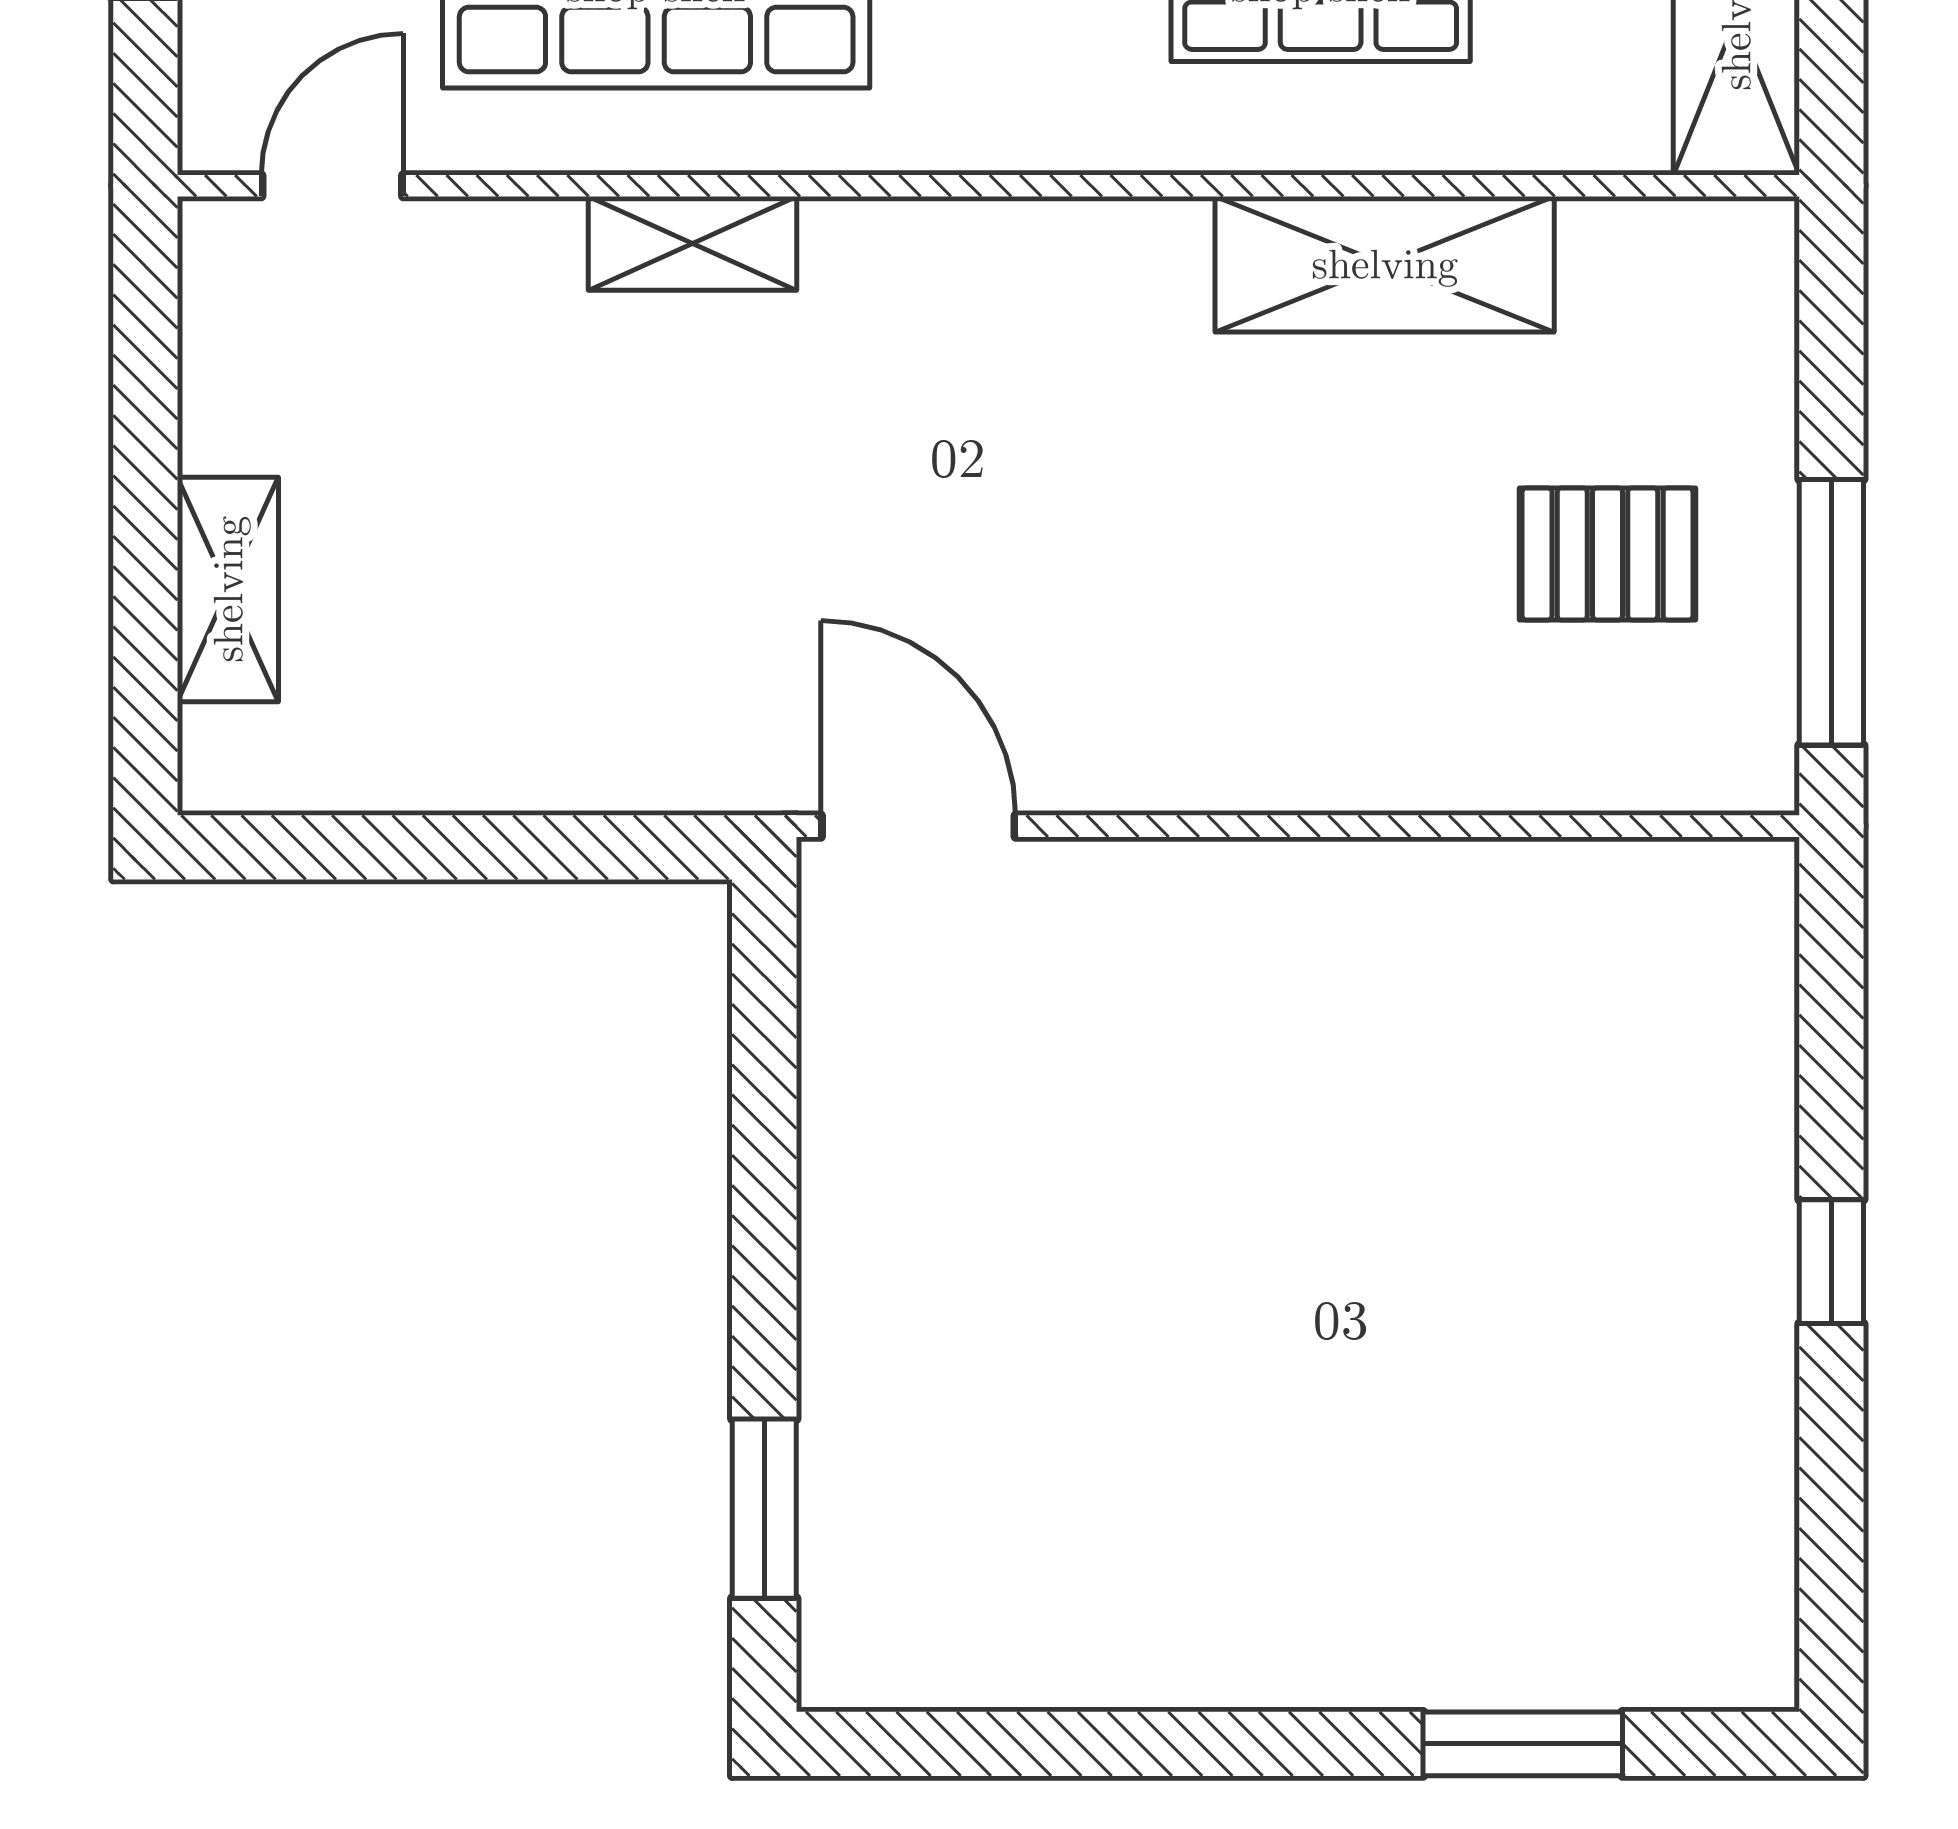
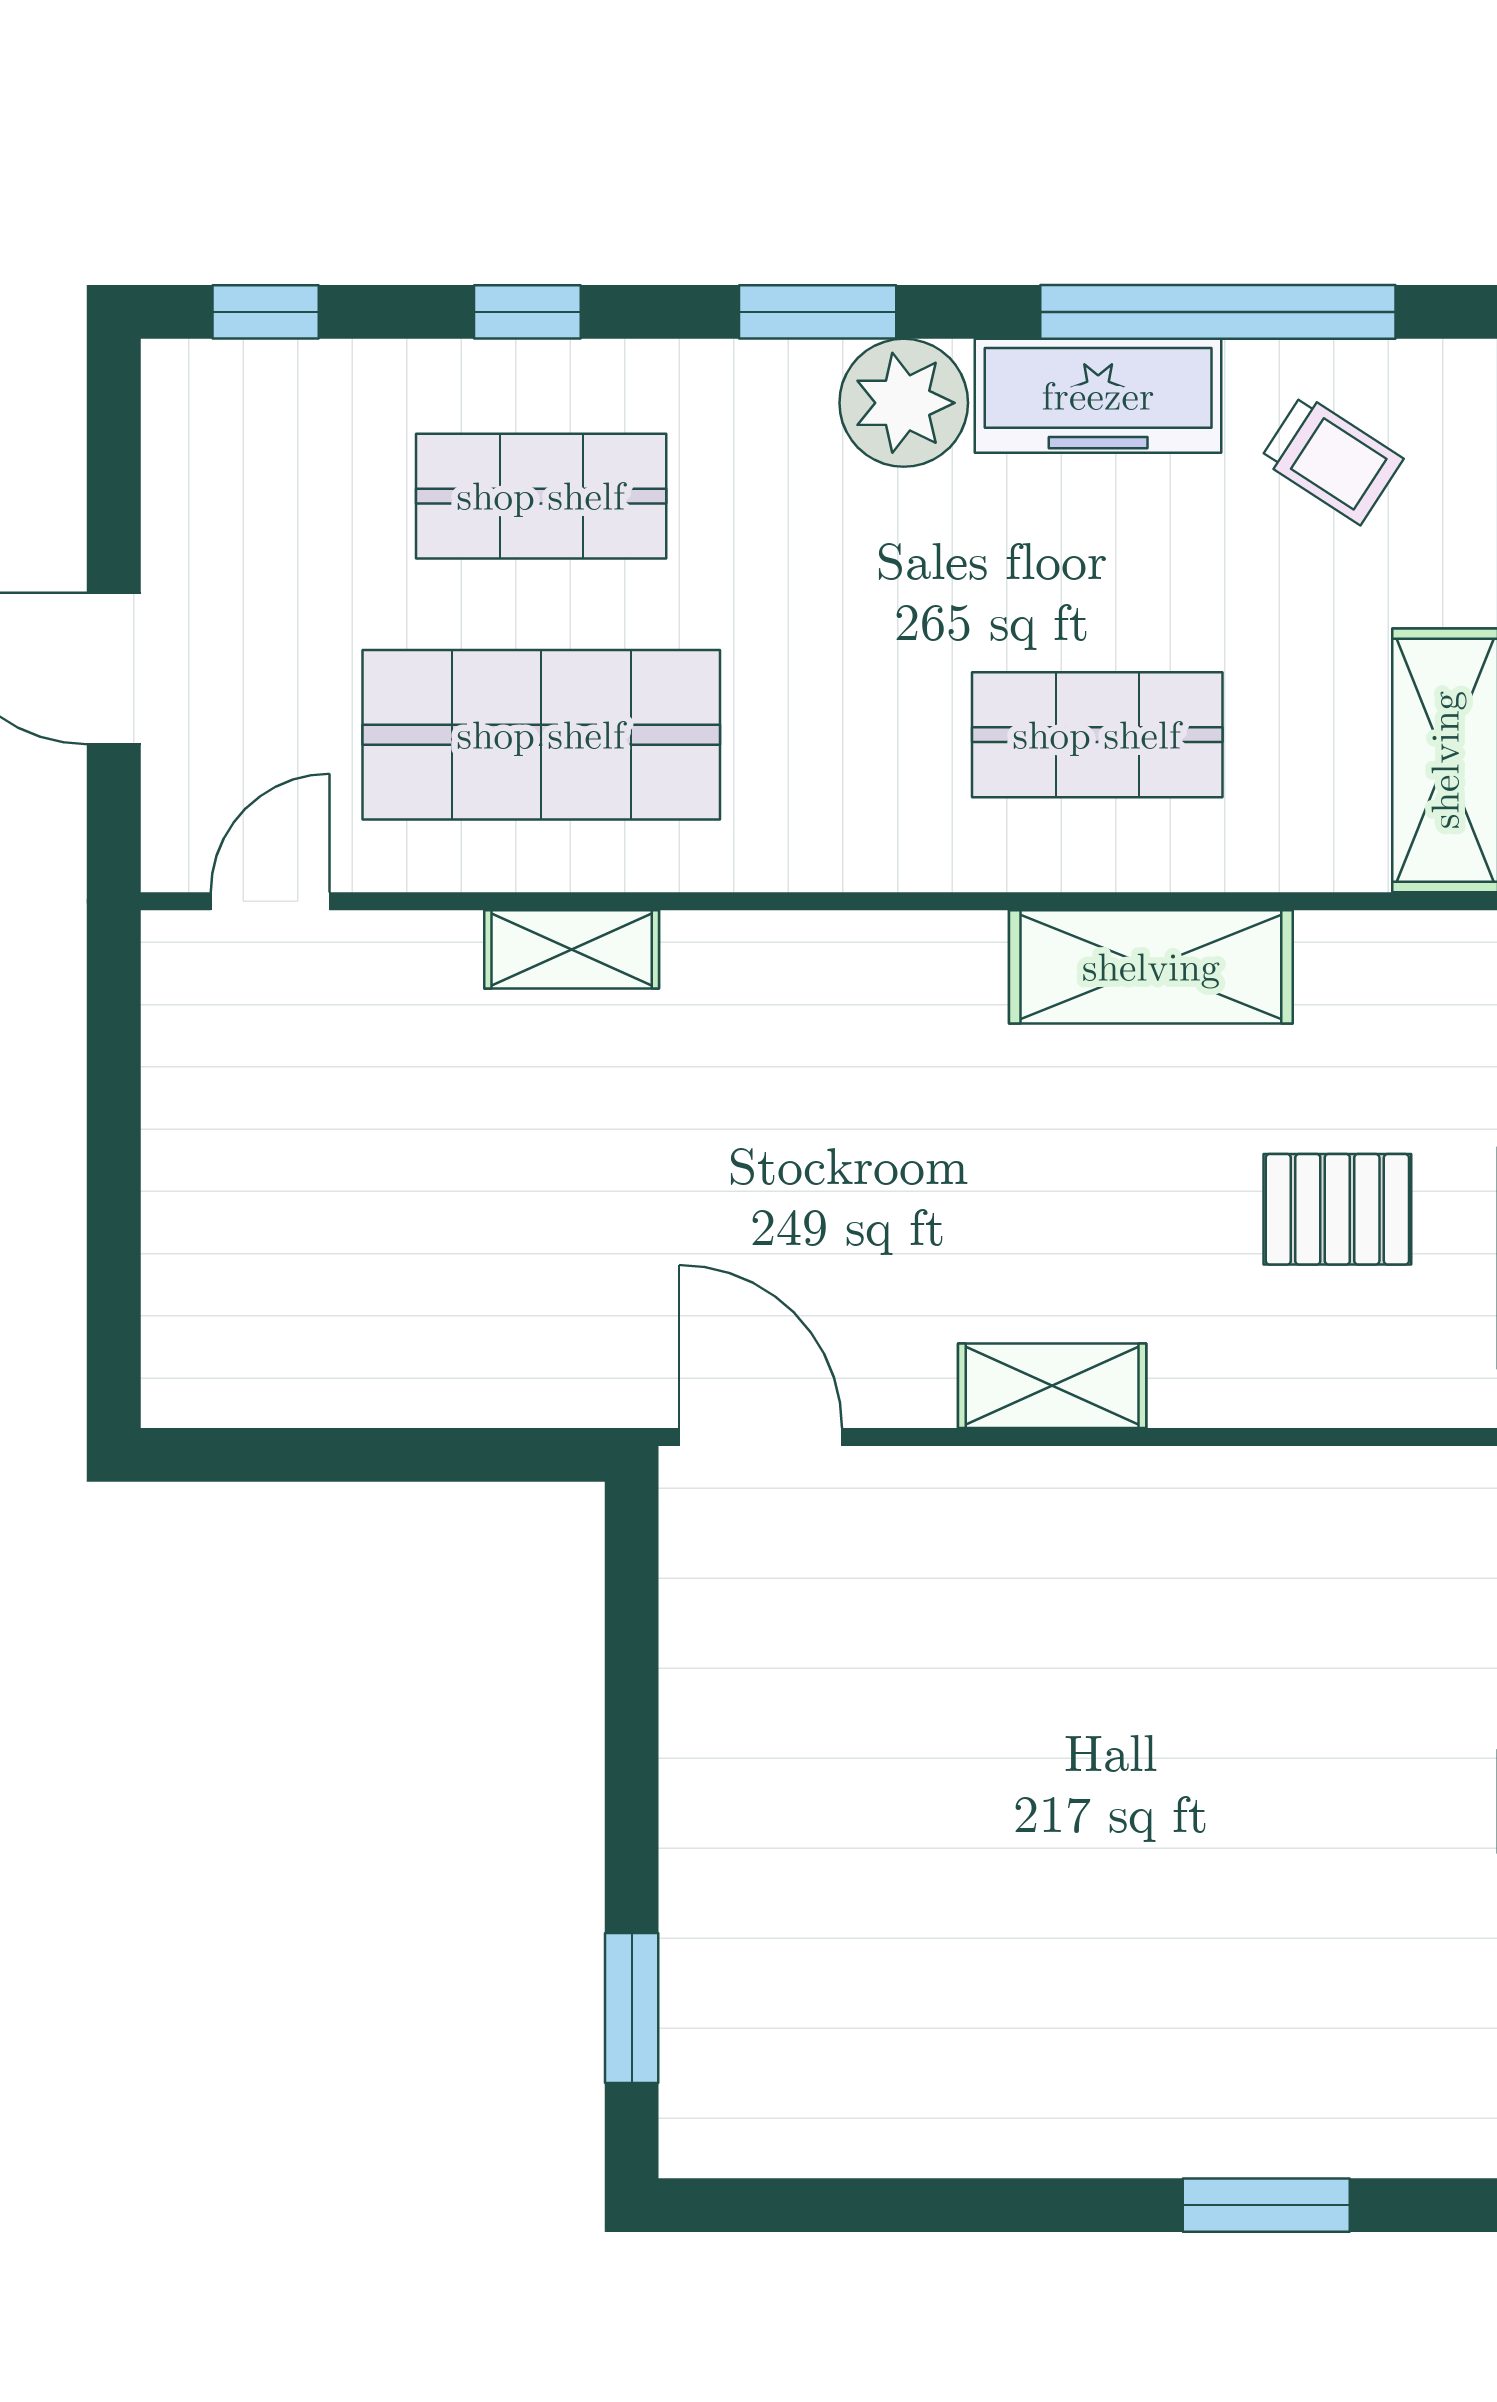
shelving: (228, 589) -> (1052, 1386), moved, turned 90

